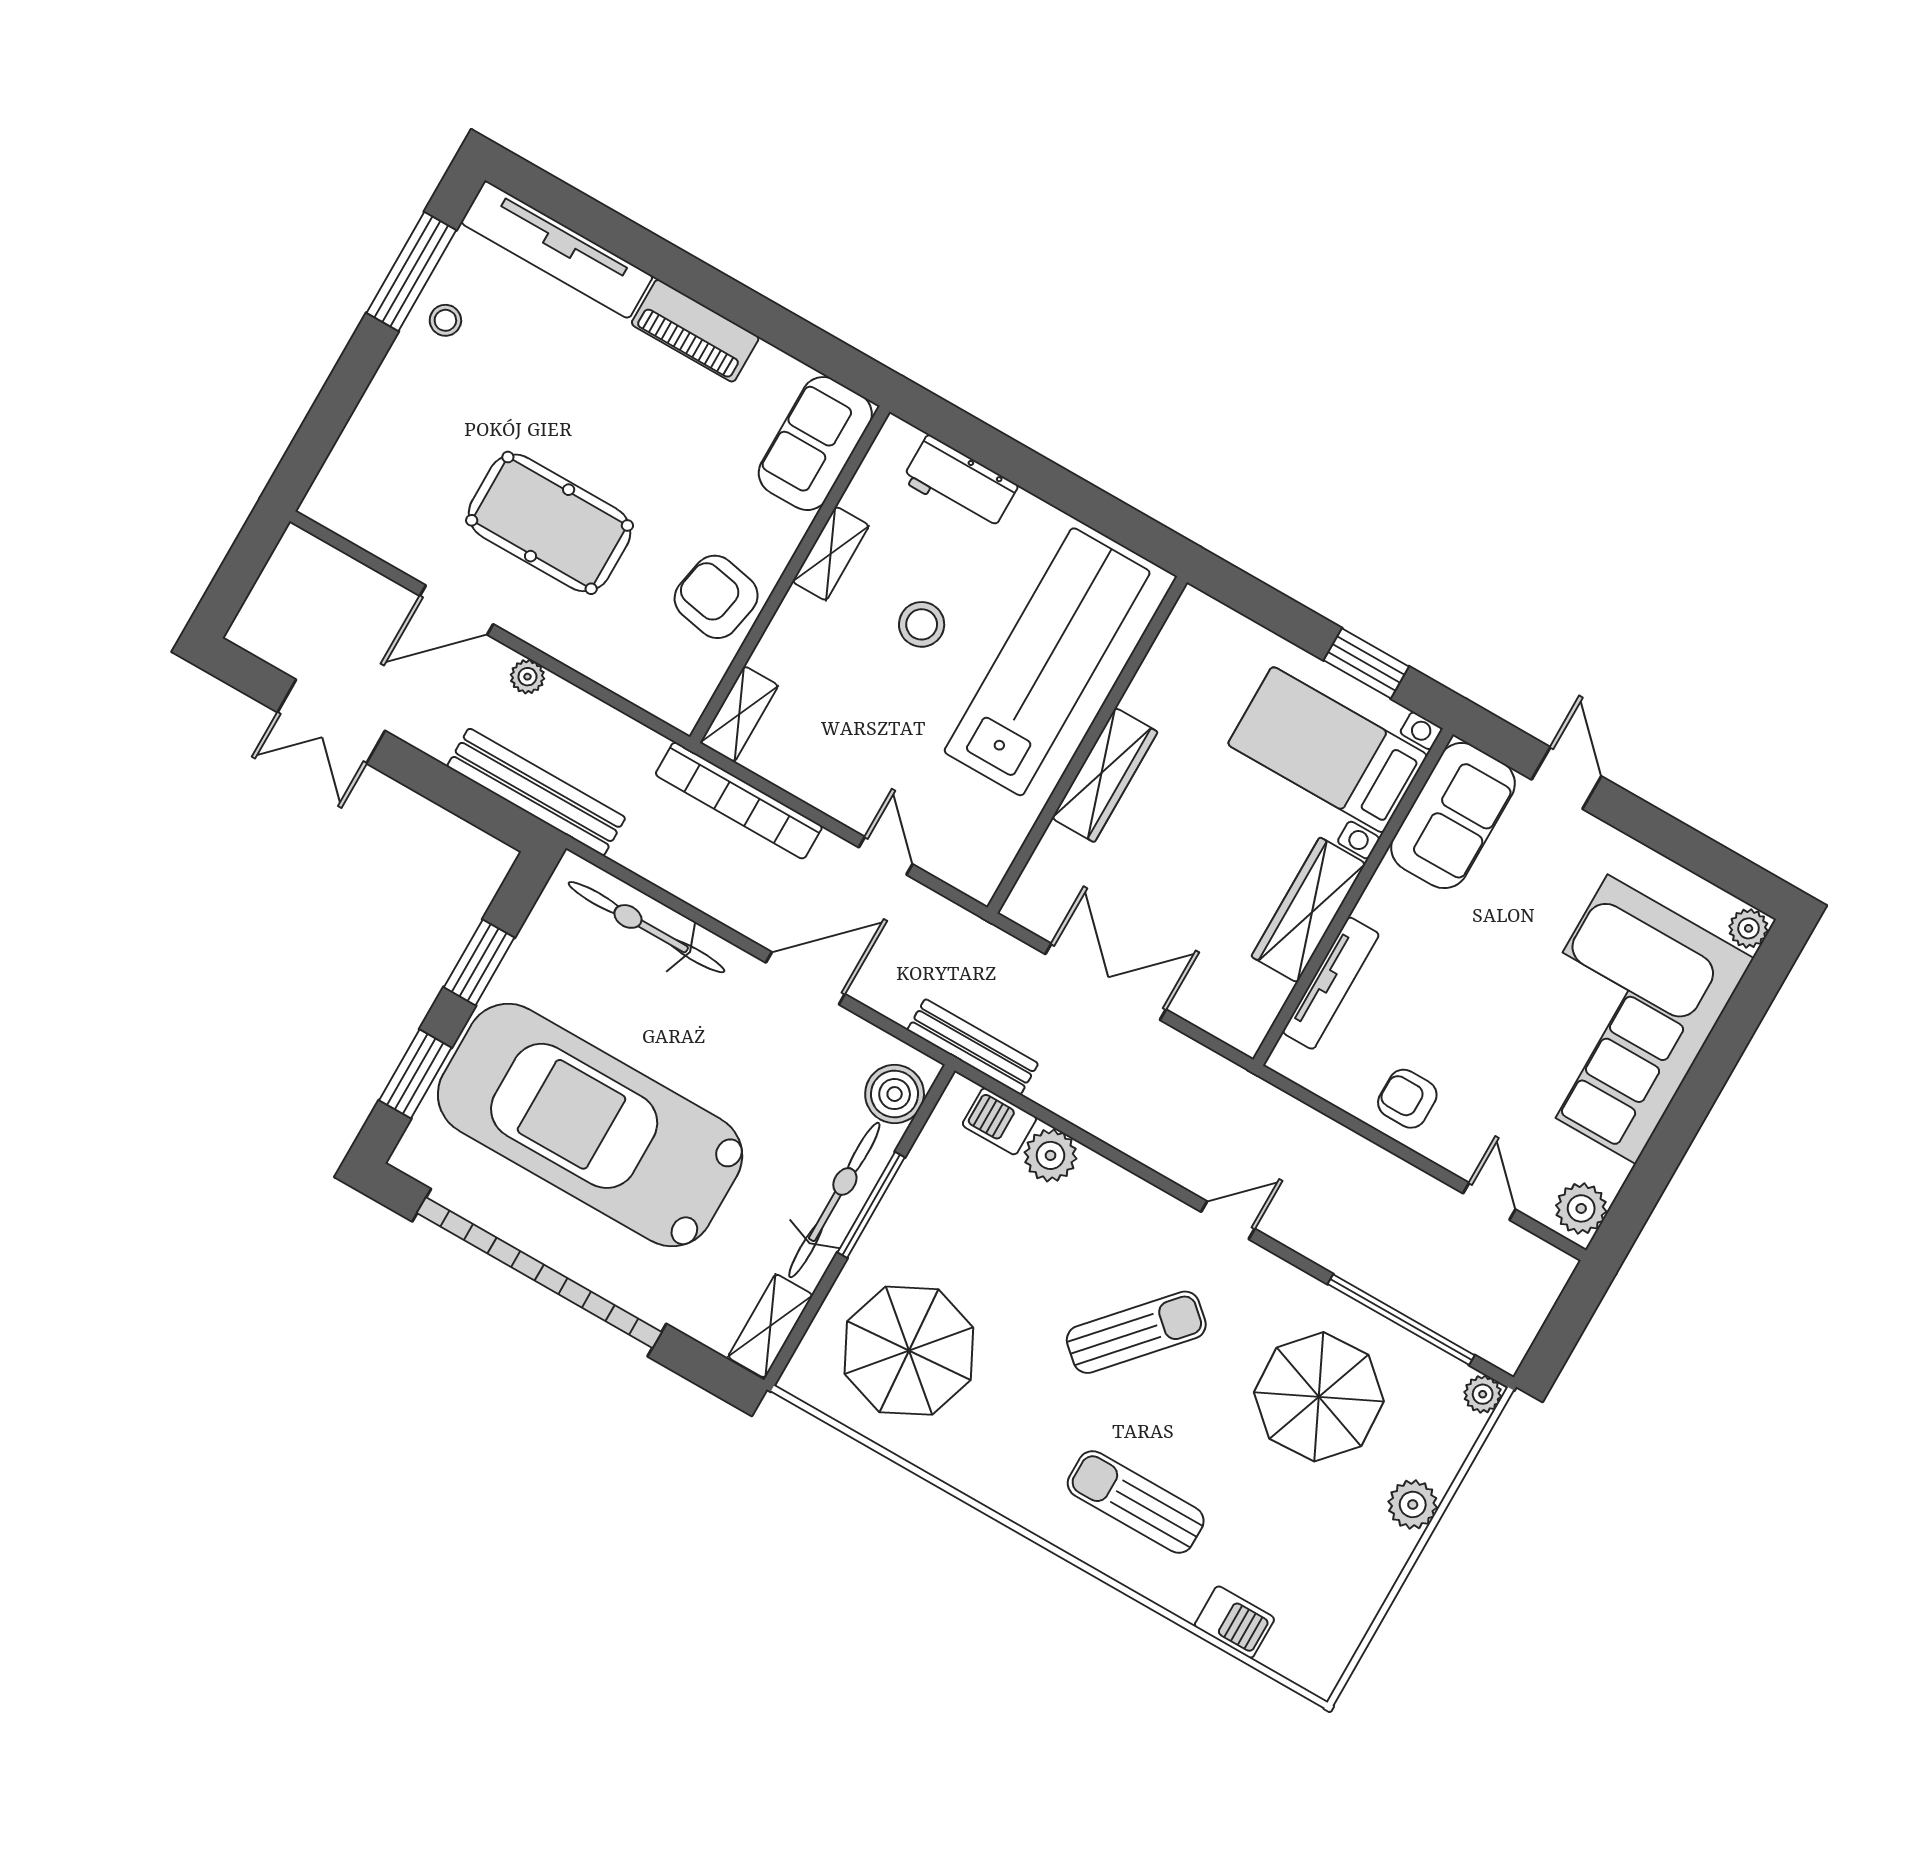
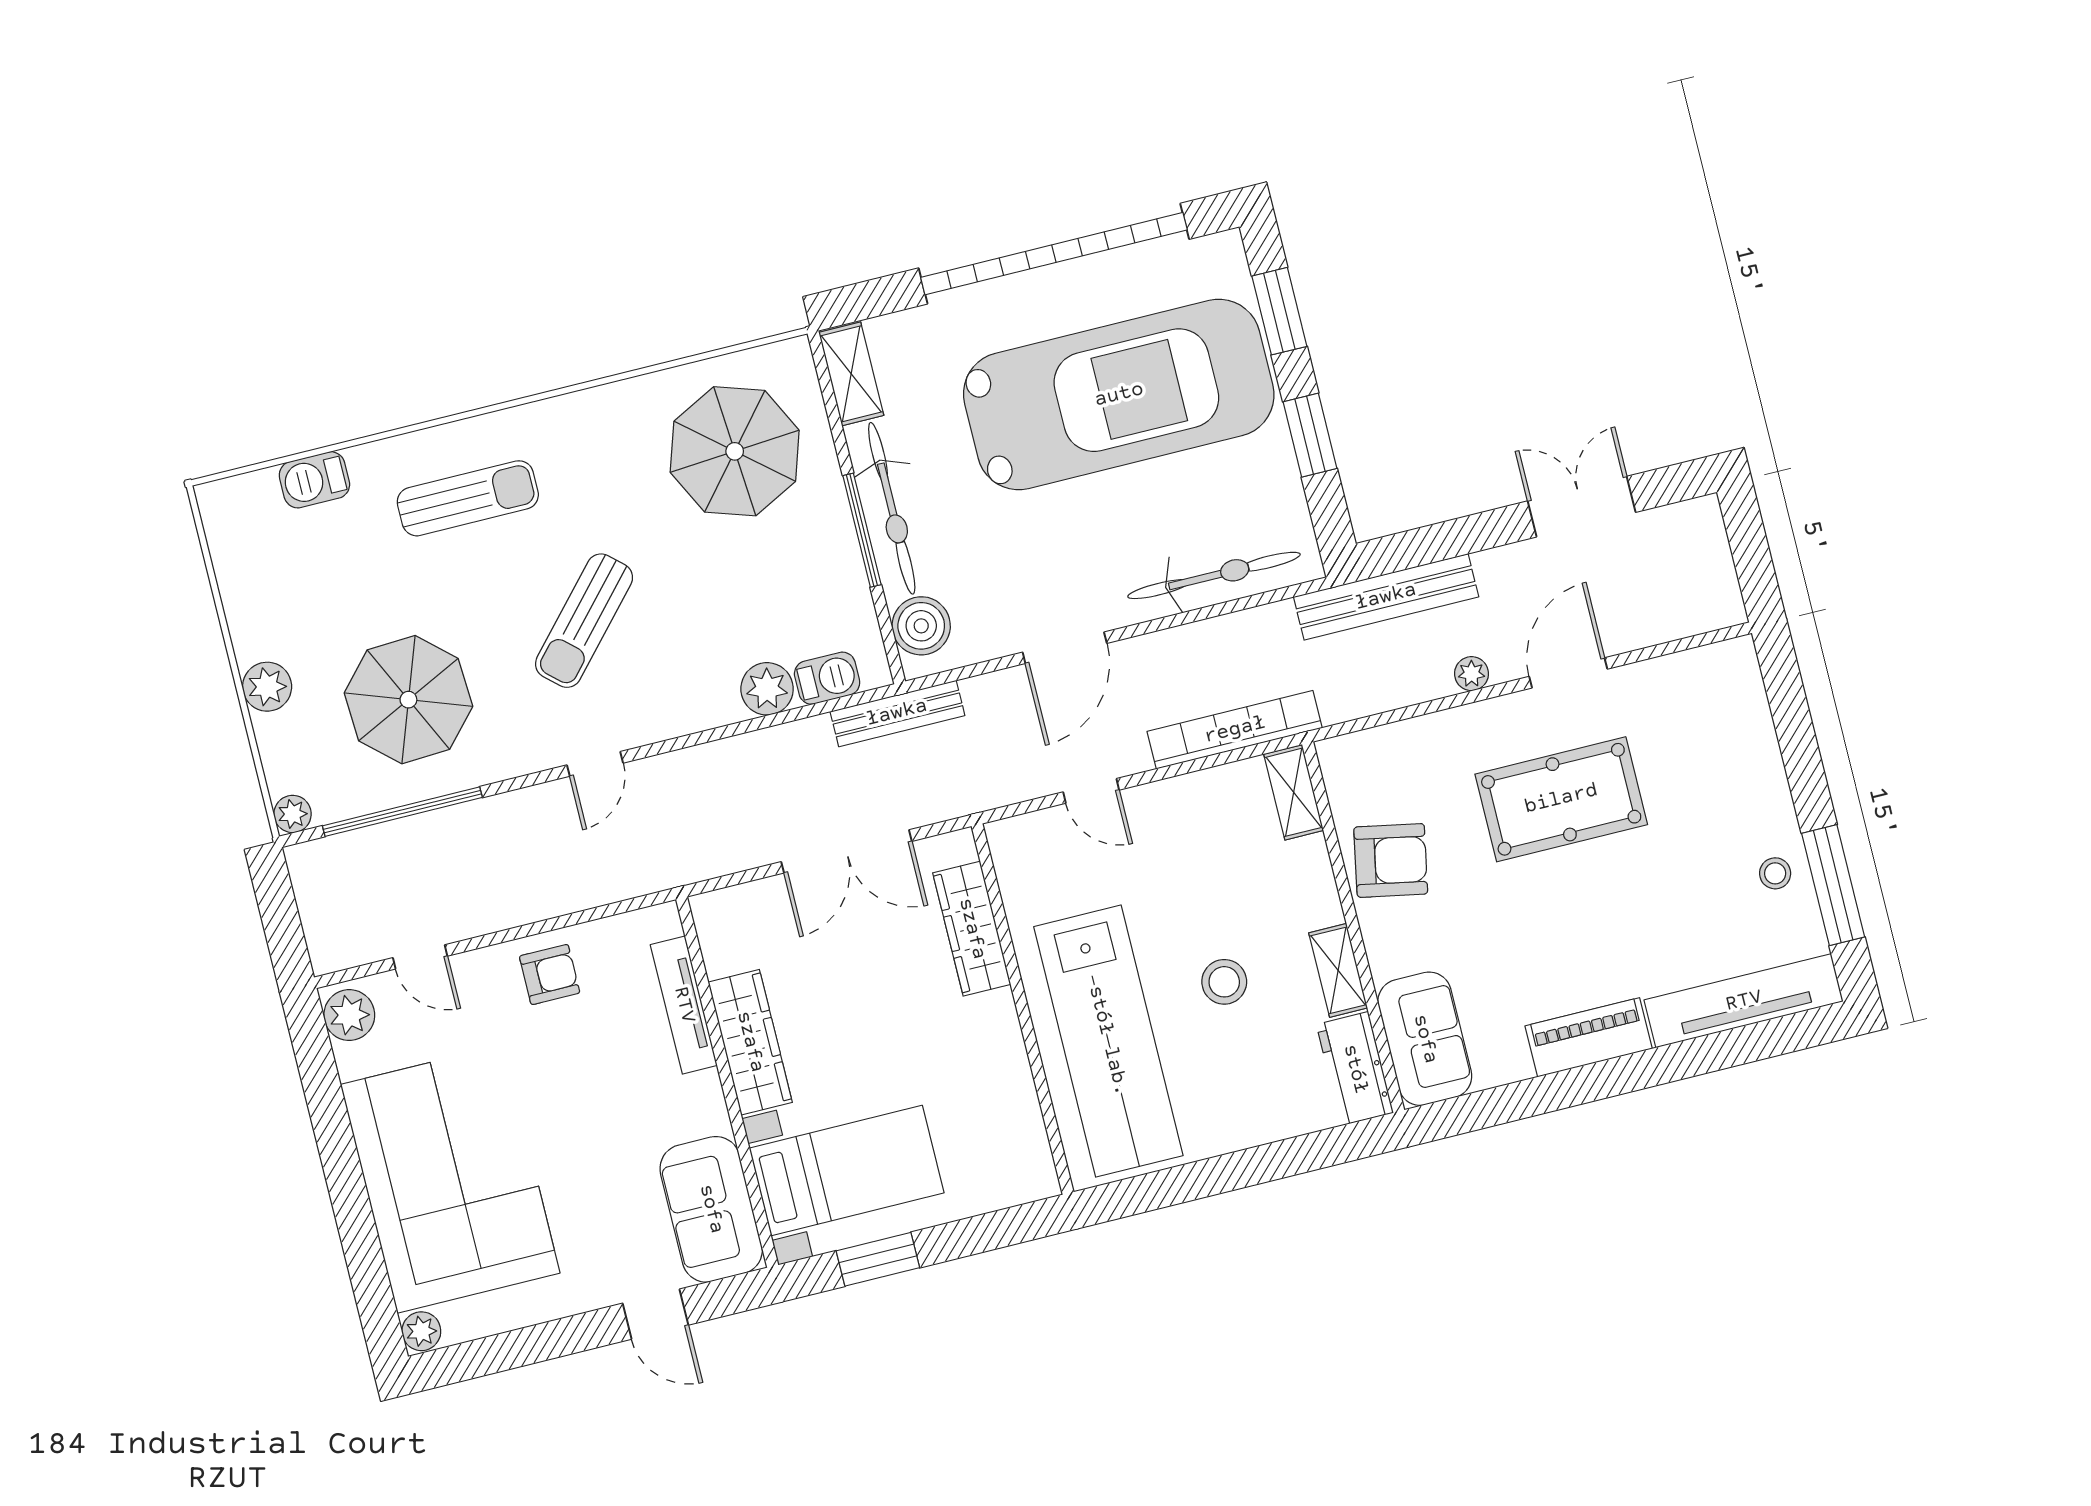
workbench: (960, 483) -> (1355, 1069), moved, turned -90
wardrobe: (1105, 775) -> (972, 929), moved

